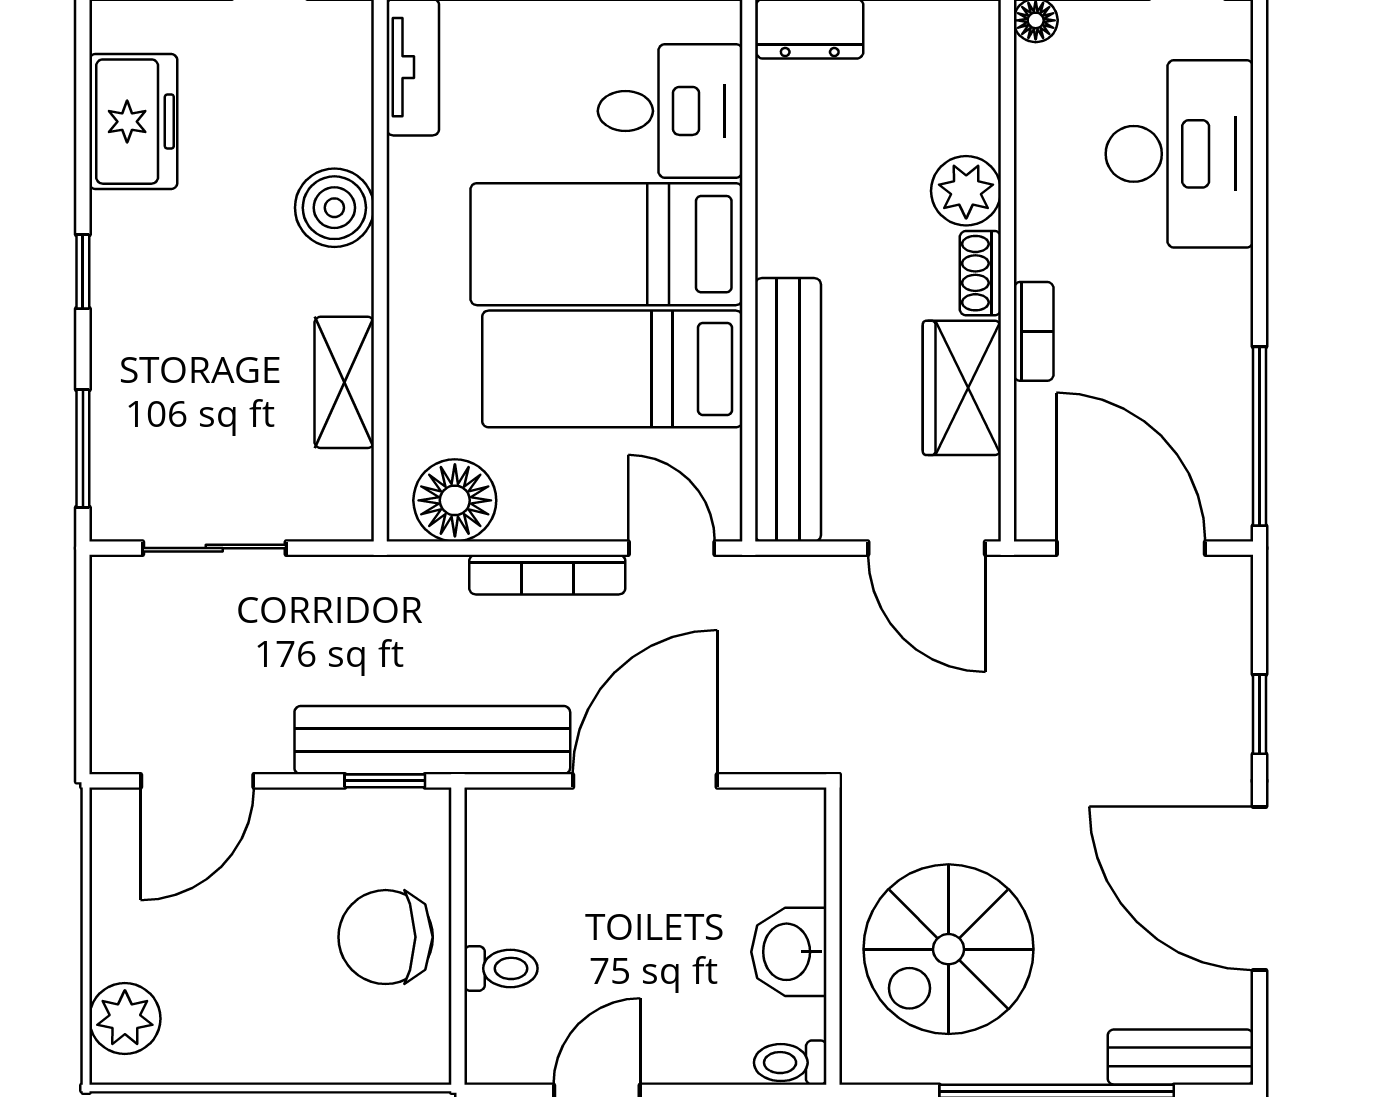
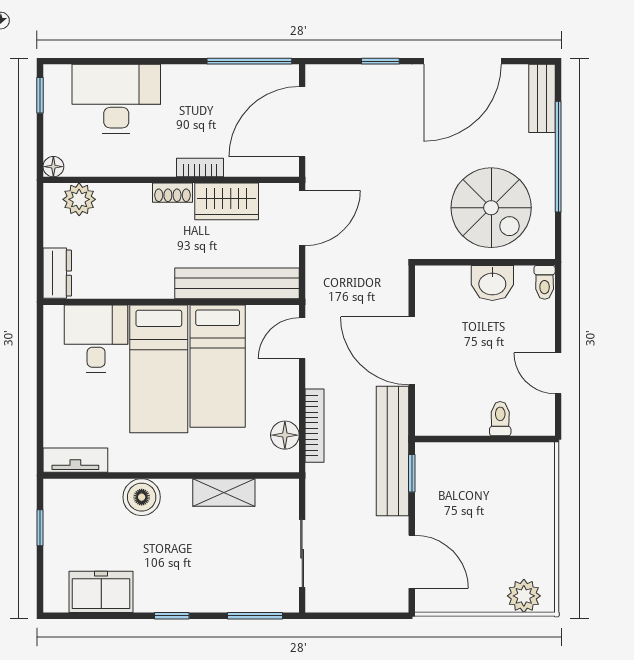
plant: (966, 191) -> (79, 199), moved
floor lamp: (455, 500) -> (285, 435), width x0.73, depth x0.73
bookcase: (547, 575) -> (315, 426), moved
chair: (386, 937) -> (485, 473), removed

